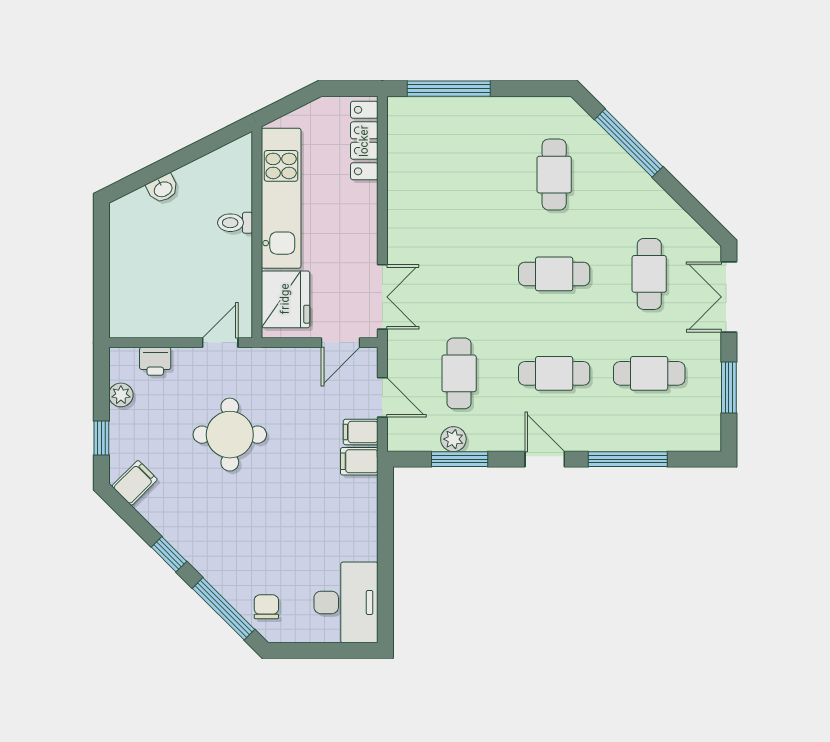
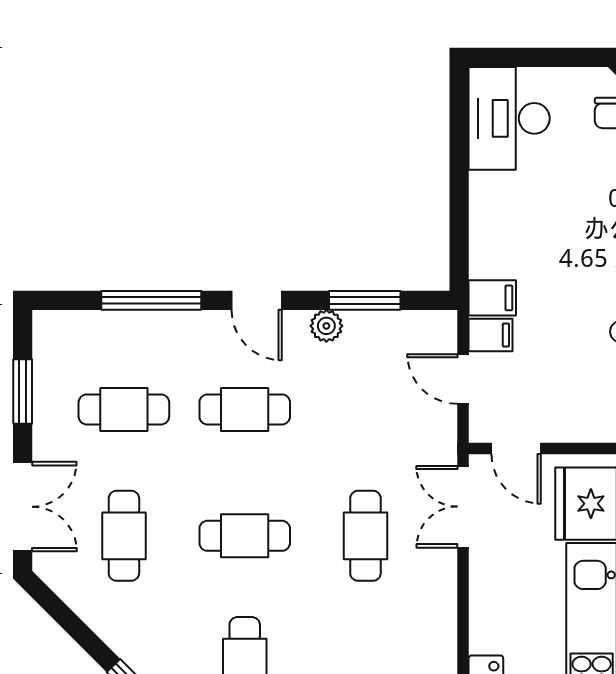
door: (341, 343) -> (516, 448), swing flipped
cafe table: (459, 373) -> (365, 536), moved
plant: (453, 439) -> (326, 326), moved

